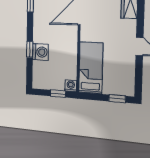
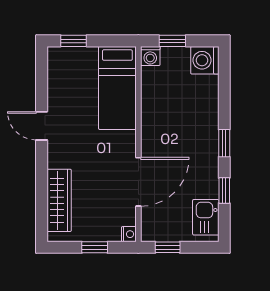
window: (30, 49) -> (224, 143), moved
washing machine: (40, 52) -> (205, 60), moved

